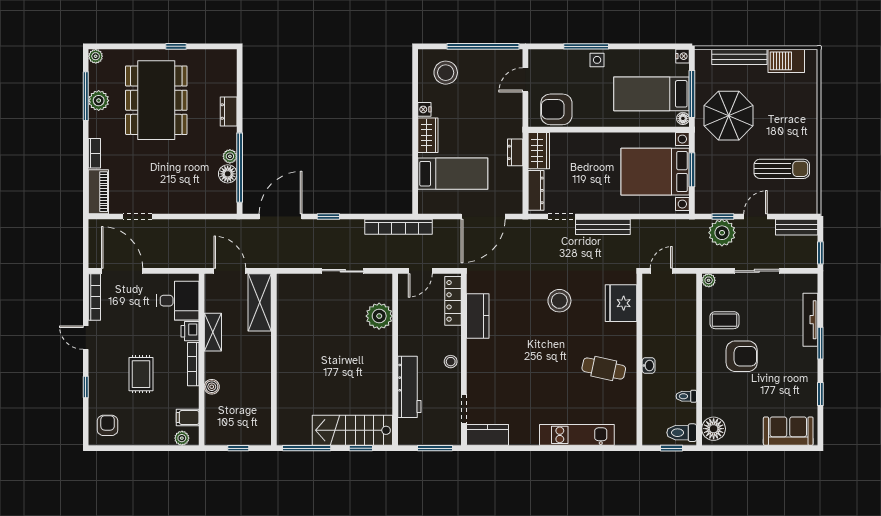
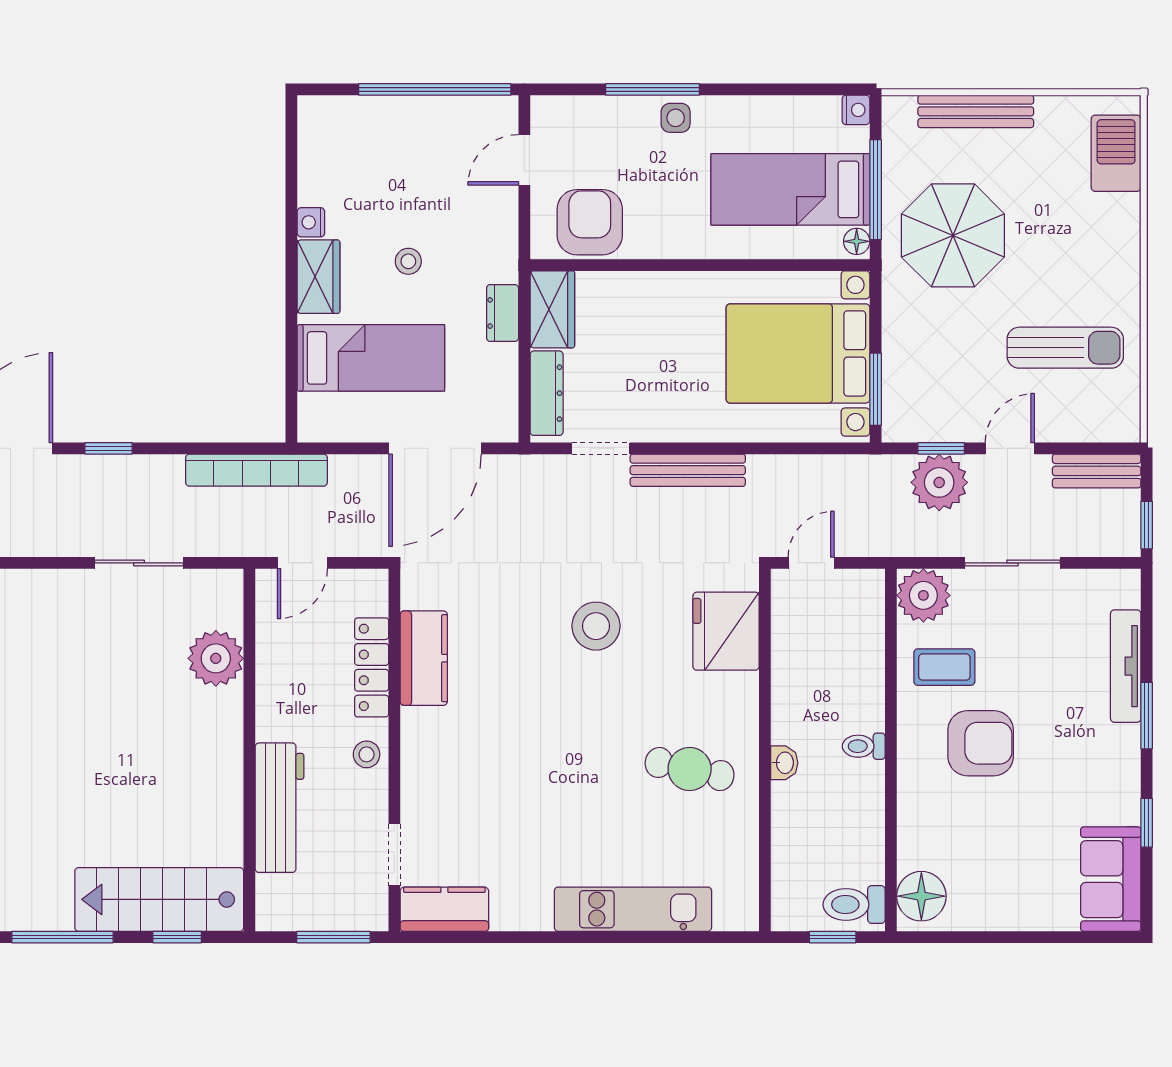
barbecue: (786, 61) -> (1116, 153), moved, turned 90
stool: (446, 73) -> (408, 261), moved, width x0.53, depth x0.53
armchair: (556, 109) -> (590, 222), turned 90
window: (692, 170) -> (876, 389), moved
plant: (709, 280) -> (923, 595), width x1.88, depth x1.88
locker: (453, 301) -> (372, 667), moved
toilet: (686, 396) -> (864, 746), moved
sofa: (788, 431) -> (1111, 879), moved, turned -90

